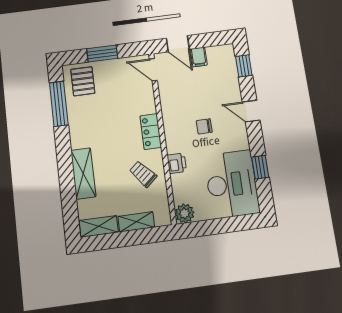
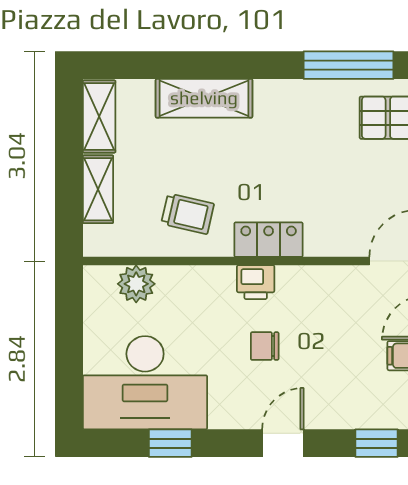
chair: (204, 126) -> (265, 346), turned -90
printer: (177, 163) -> (256, 282), moved
trolley: (143, 174) -> (188, 214), turned 54
plant: (185, 213) -> (136, 284), moved

